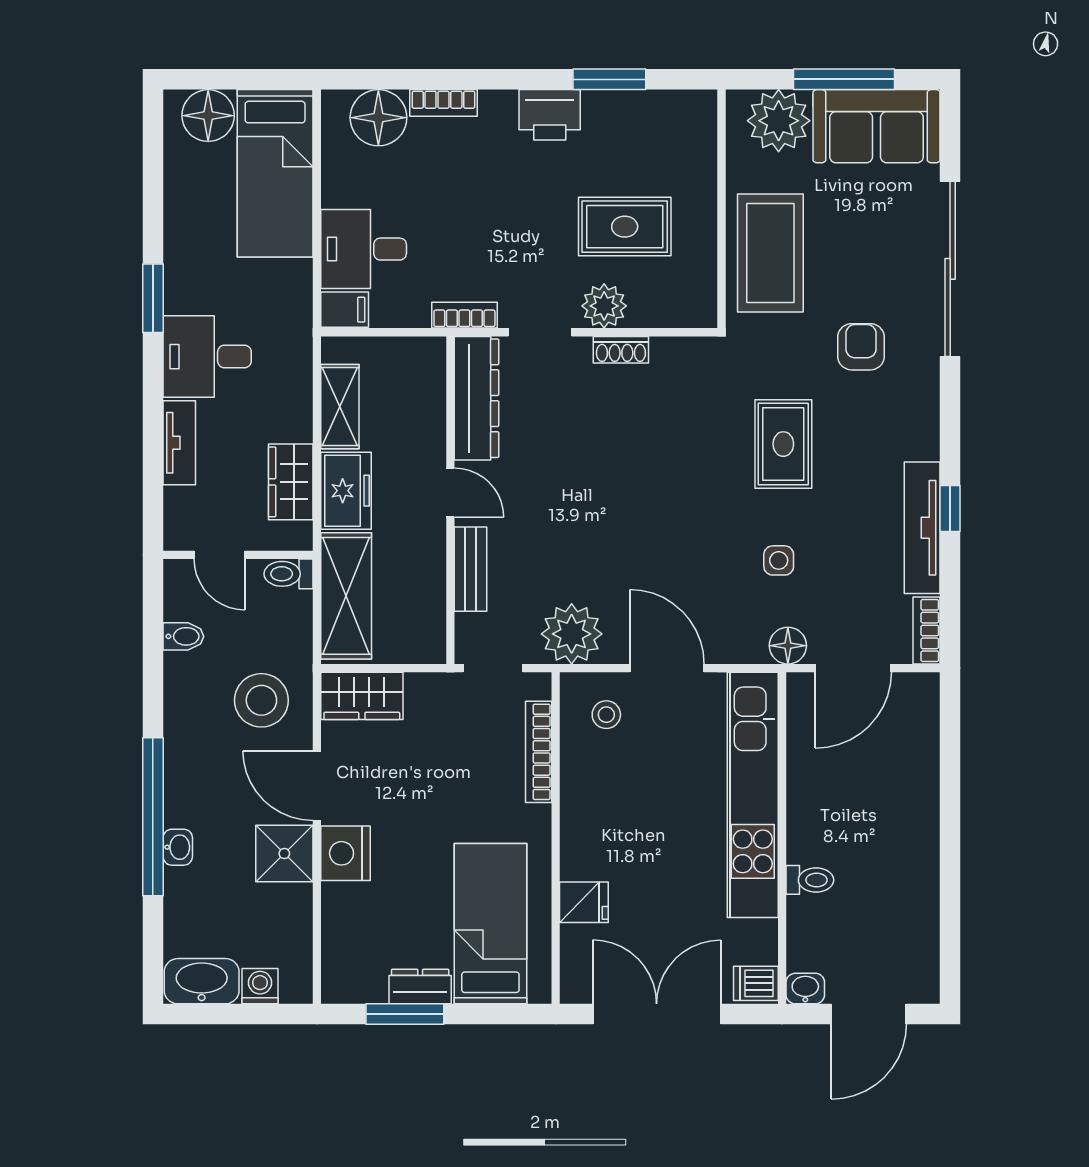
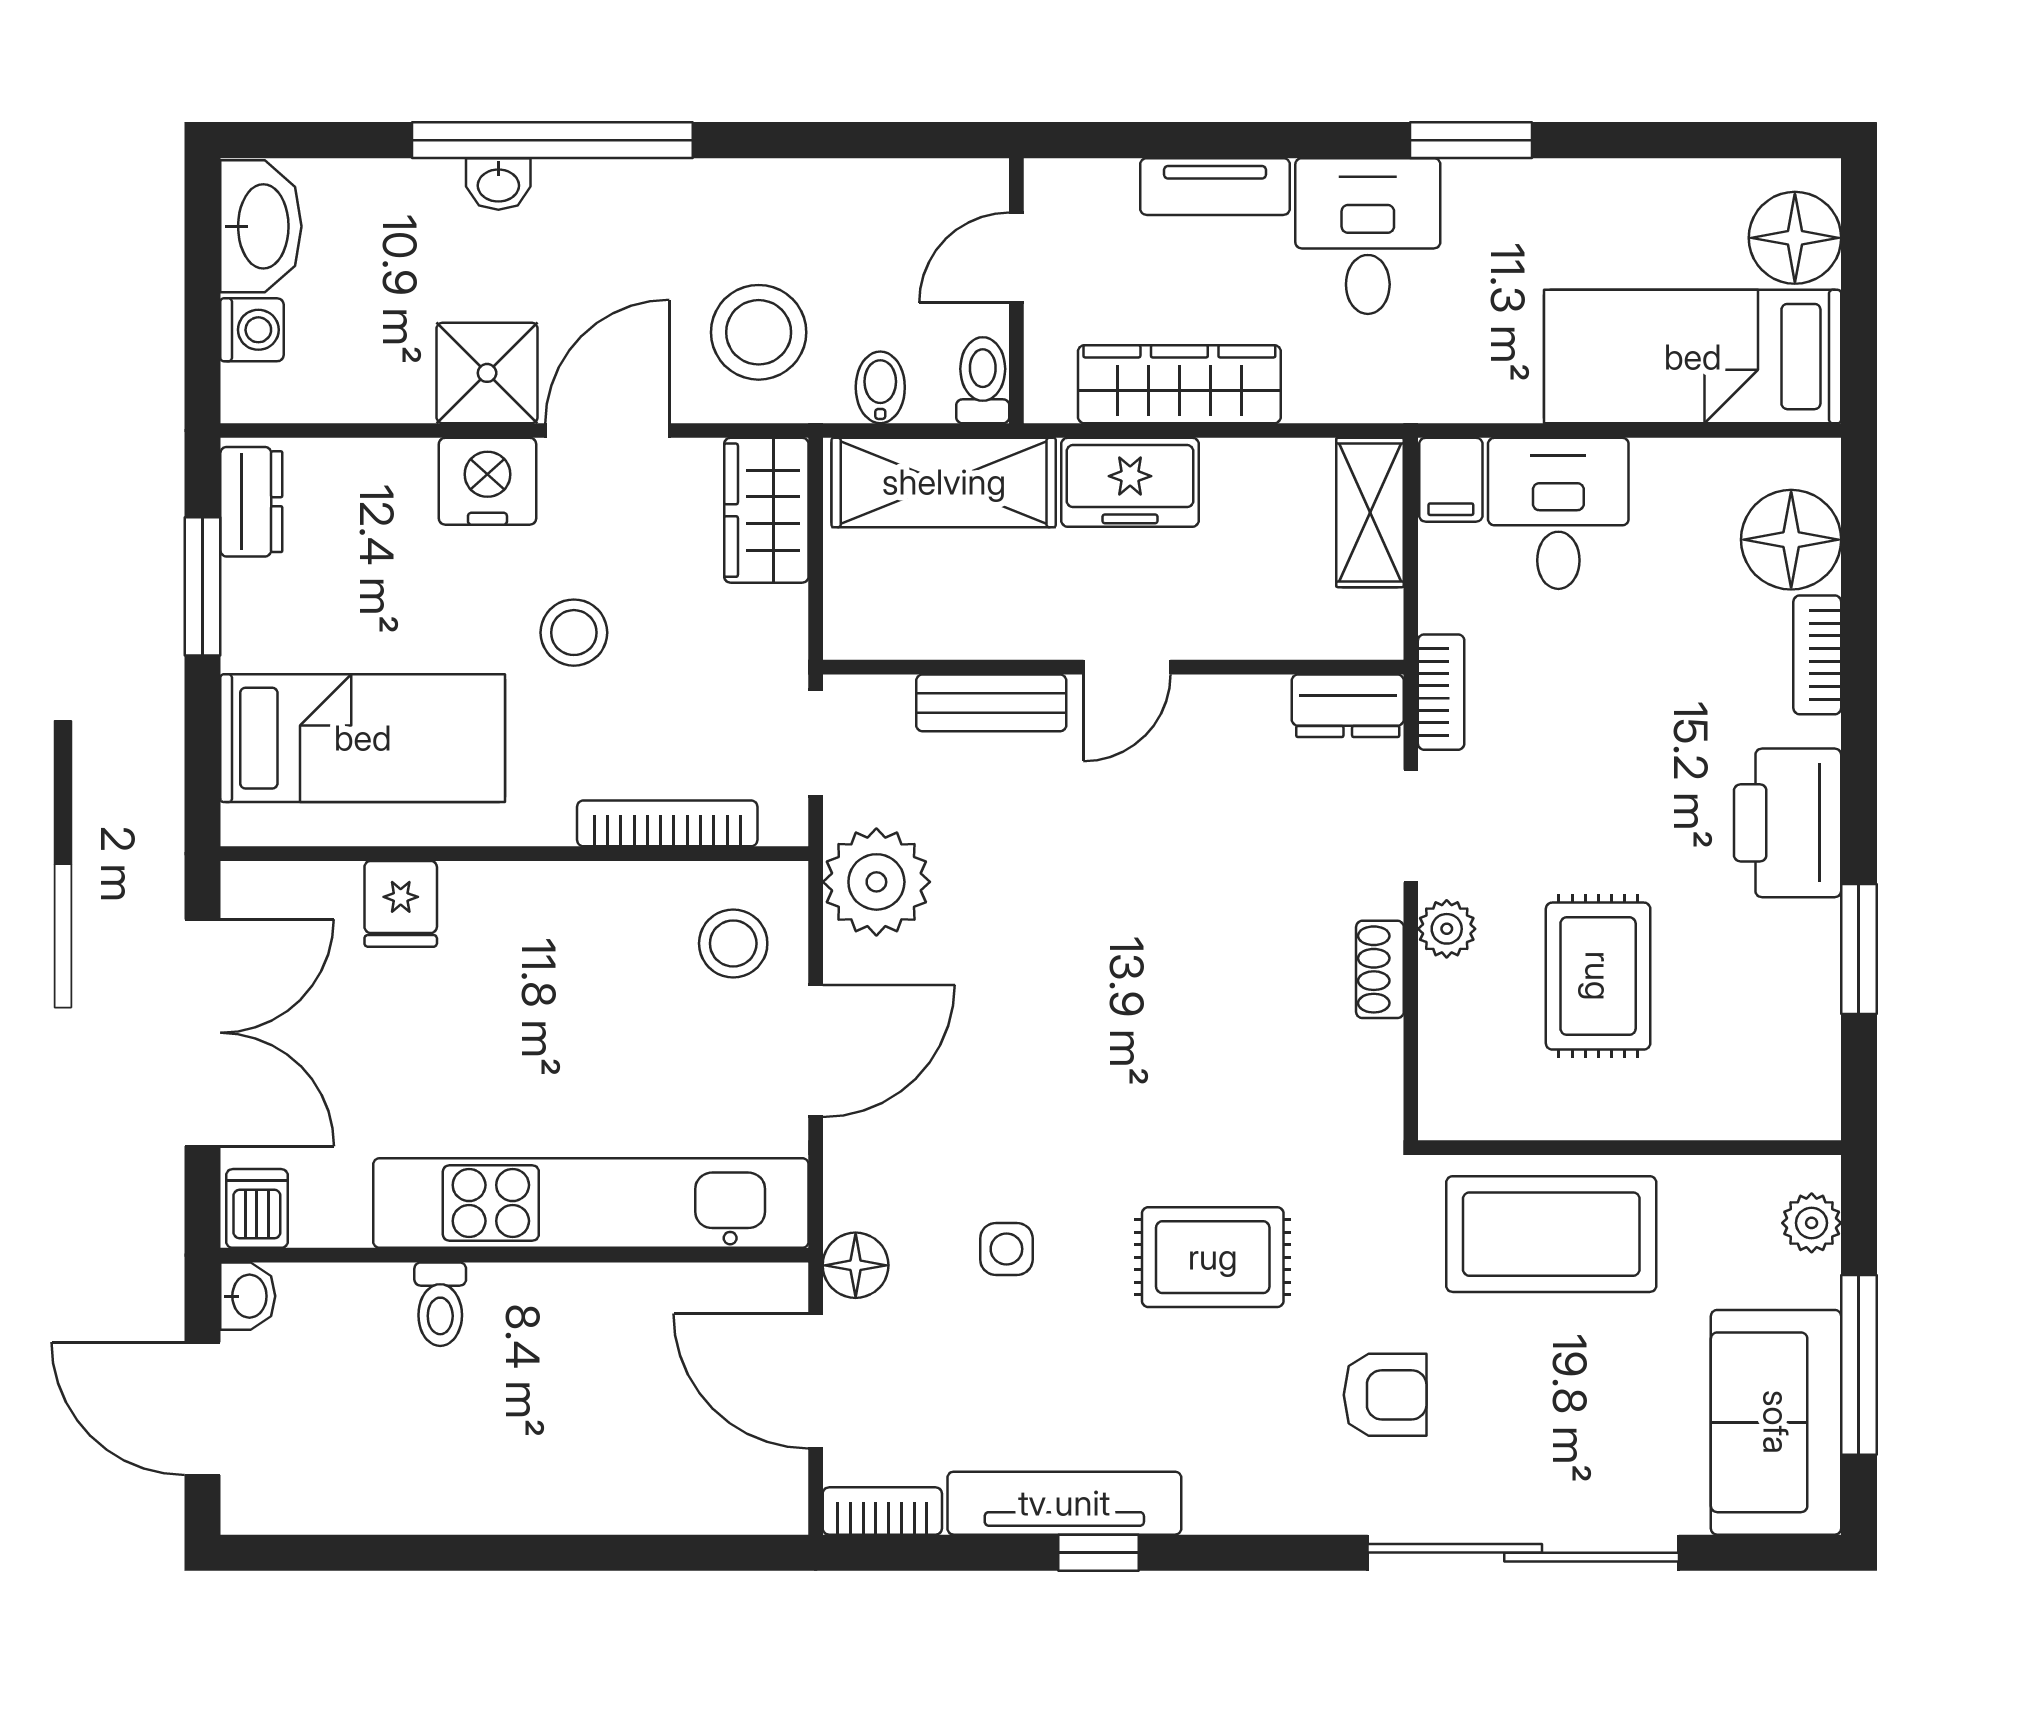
printer: (550, 115) -> (1788, 823), width x1.37, depth x1.19
plant: (779, 121) -> (1812, 1223), width x0.53, depth x0.53
plant: (604, 306) -> (1447, 929), width x0.73, depth x0.73
dresser: (476, 398) -> (1348, 706), width x0.51, depth x0.80
shelving: (340, 407) -> (1370, 512), moved, turned 90
wardrobe: (291, 482) -> (1179, 384), width x1.50
bidet: (183, 636) -> (880, 387), moved, turned 180
stool: (606, 715) -> (733, 943), width x1.37, depth x1.37
stool: (431, 805) -> (574, 633), added
dresser: (420, 987) -> (251, 502), moved

